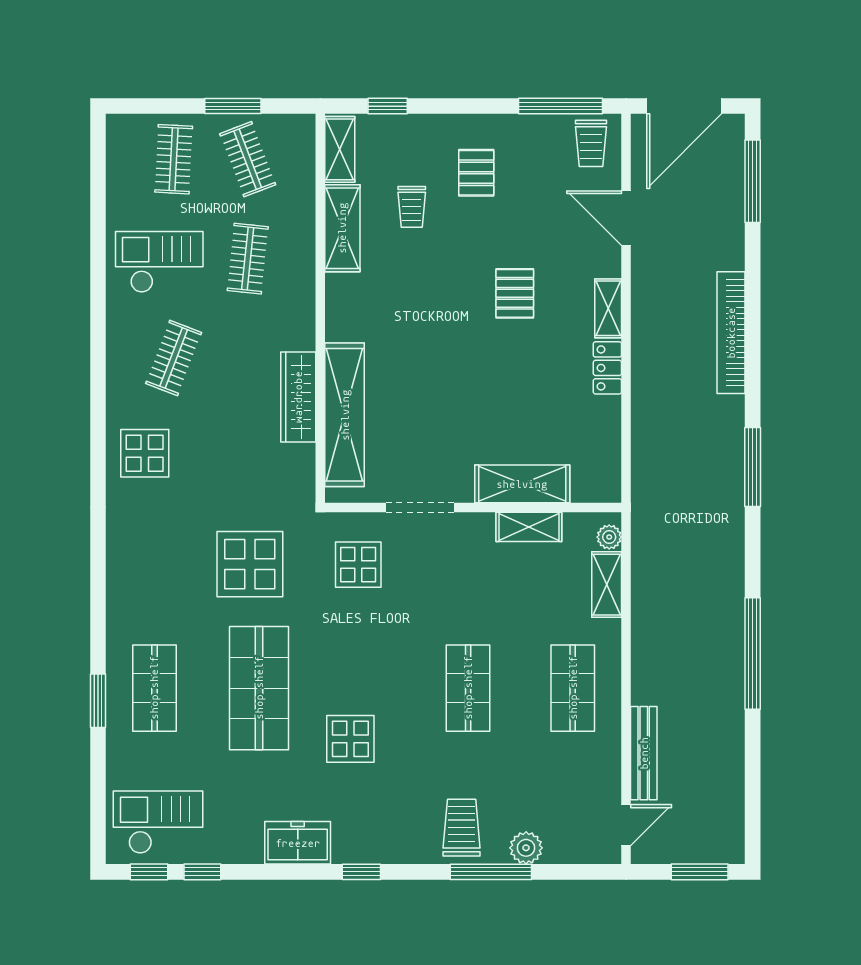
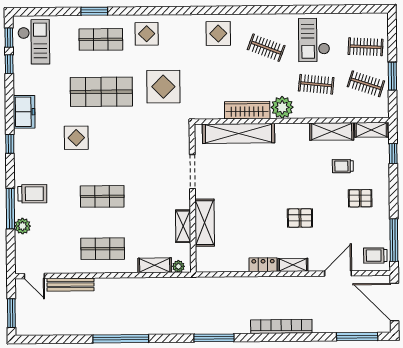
clothes rail: (248, 159) -> (366, 84), turned 39
checkout: (159, 262) -> (314, 40), turned 180
plant: (293, 327) -> (282, 107), added
display table: (358, 565) -> (147, 34), moved

